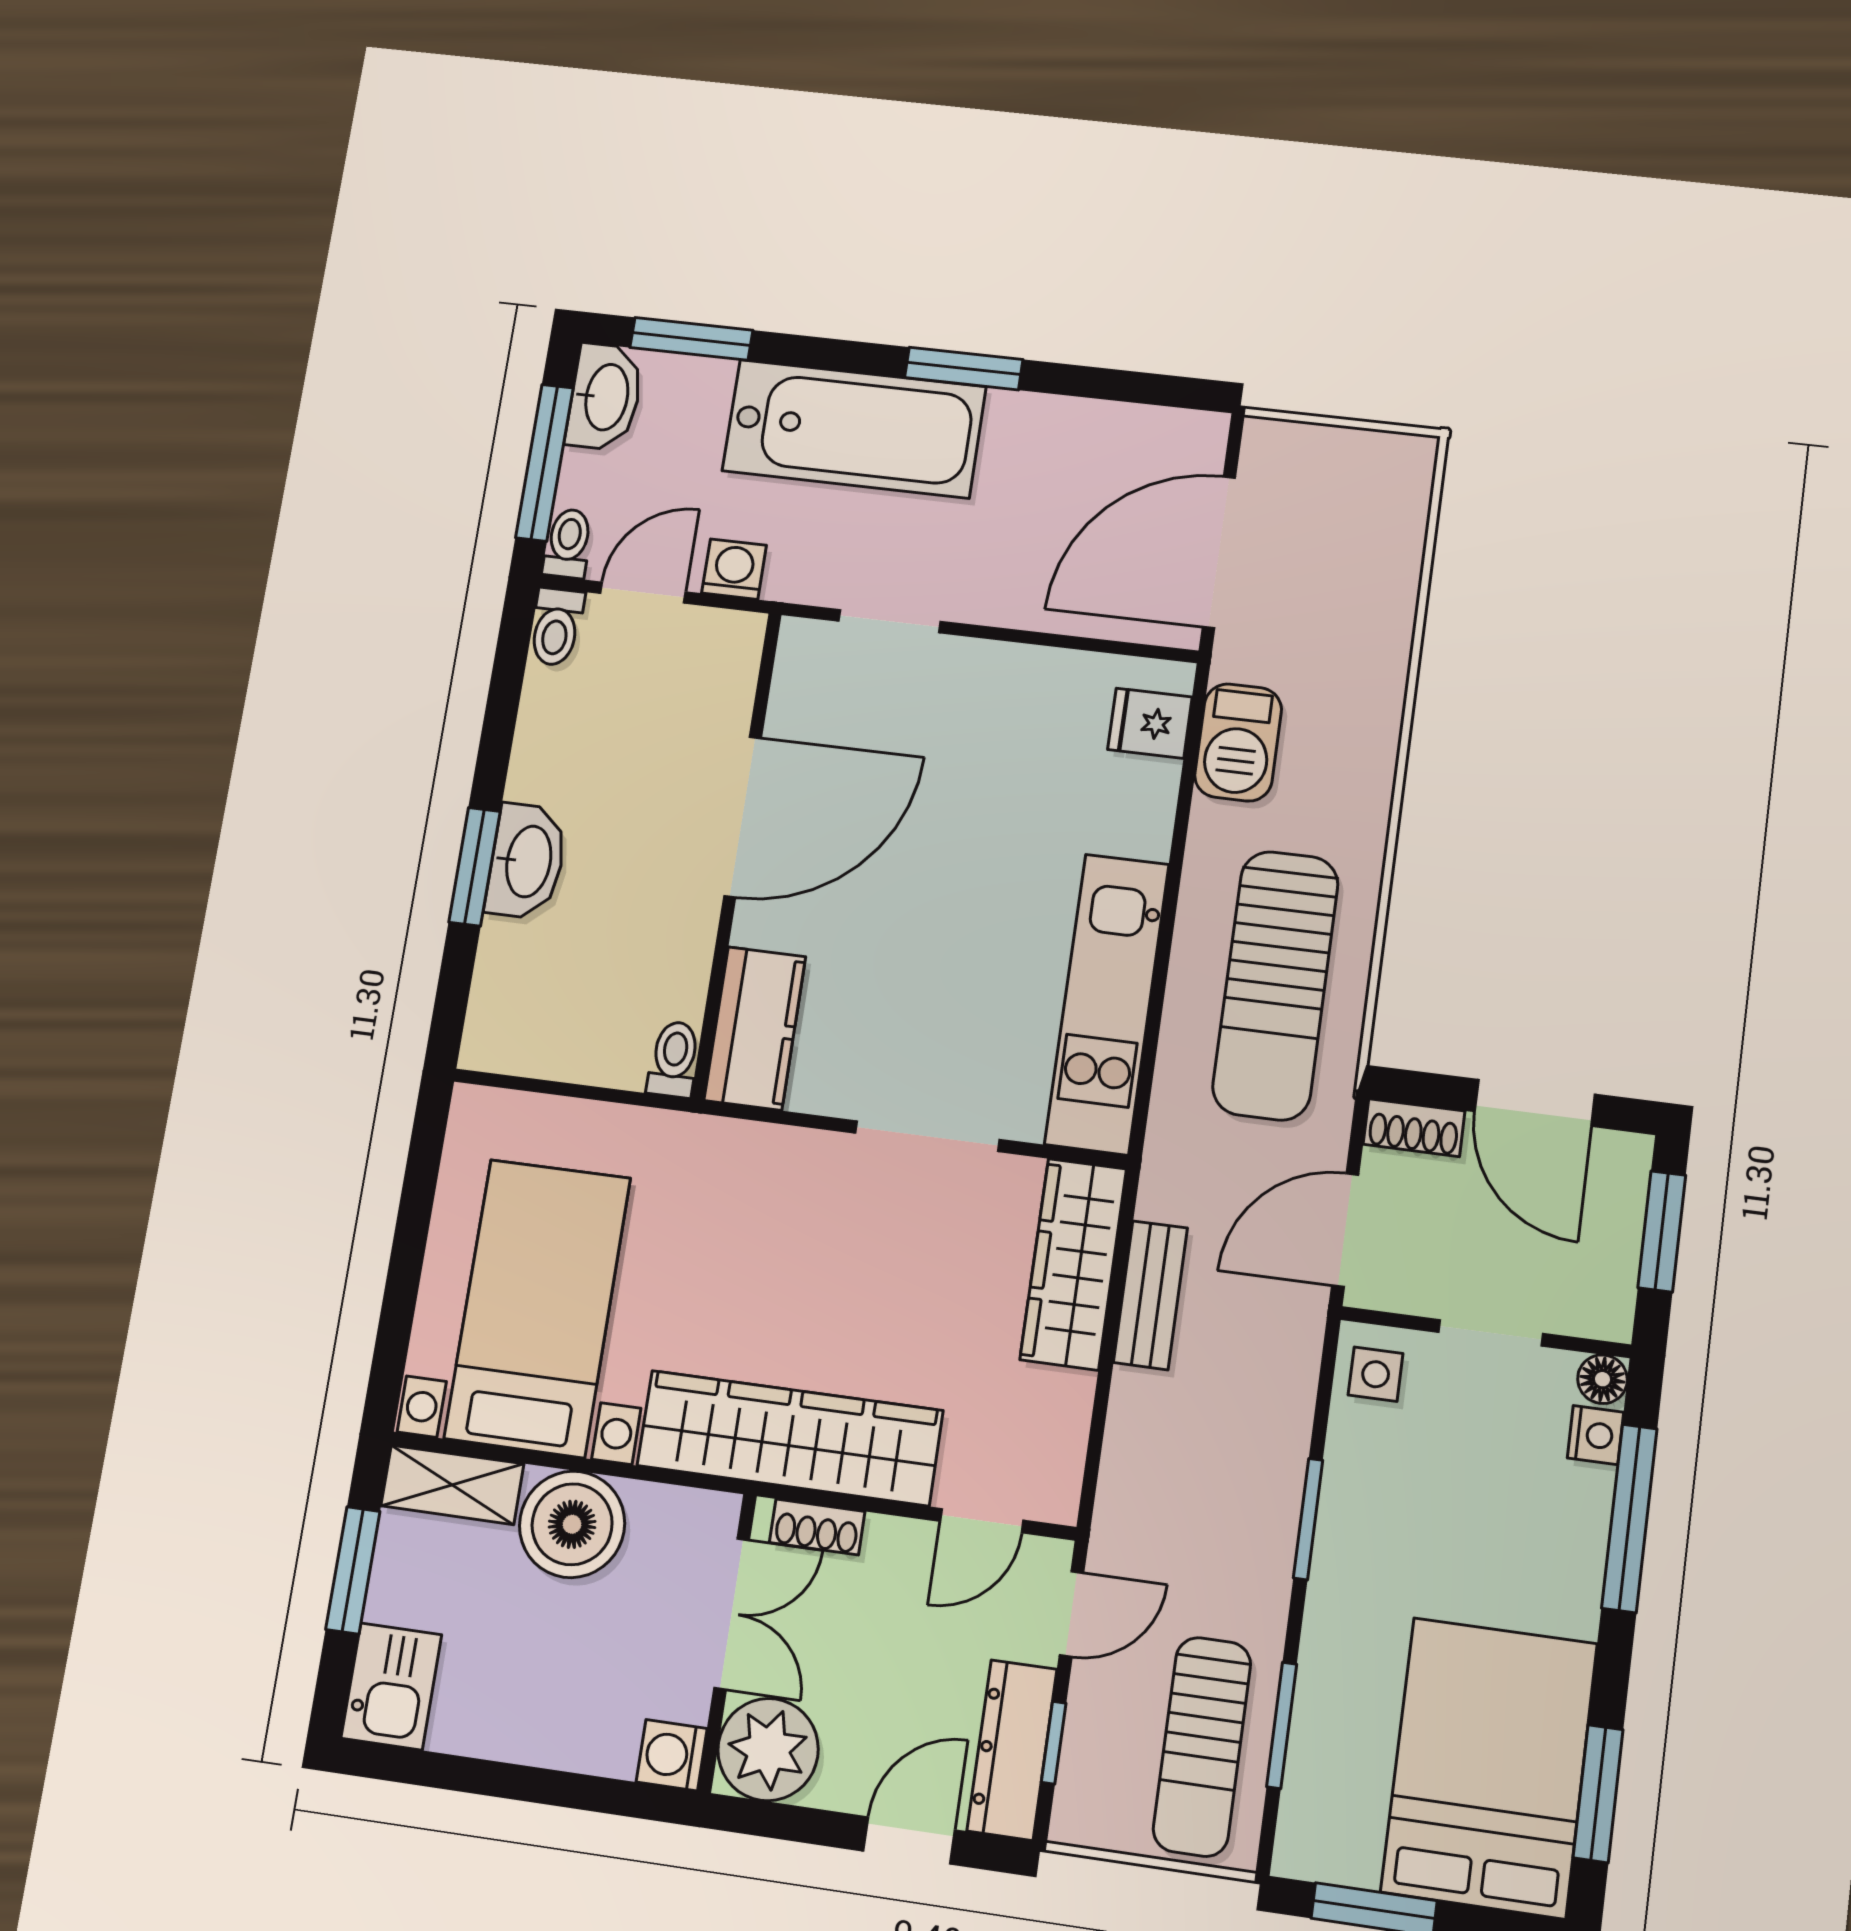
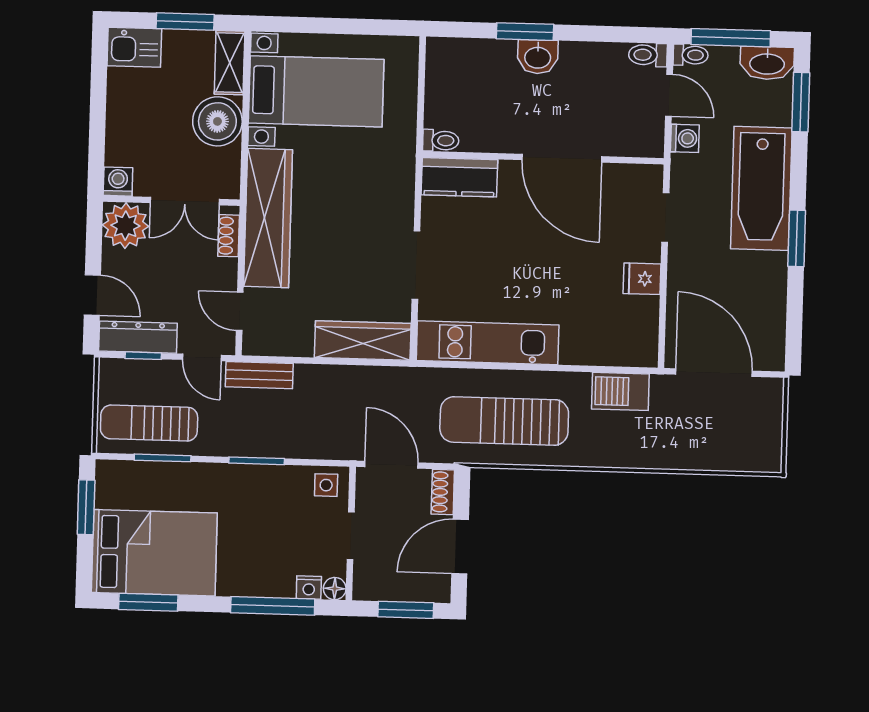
fridge: (1150, 723) -> (642, 279), moved, turned -90
washbasin: (527, 861) -> (538, 57), width x0.72
bench: (1150, 1295) -> (259, 375), moved

